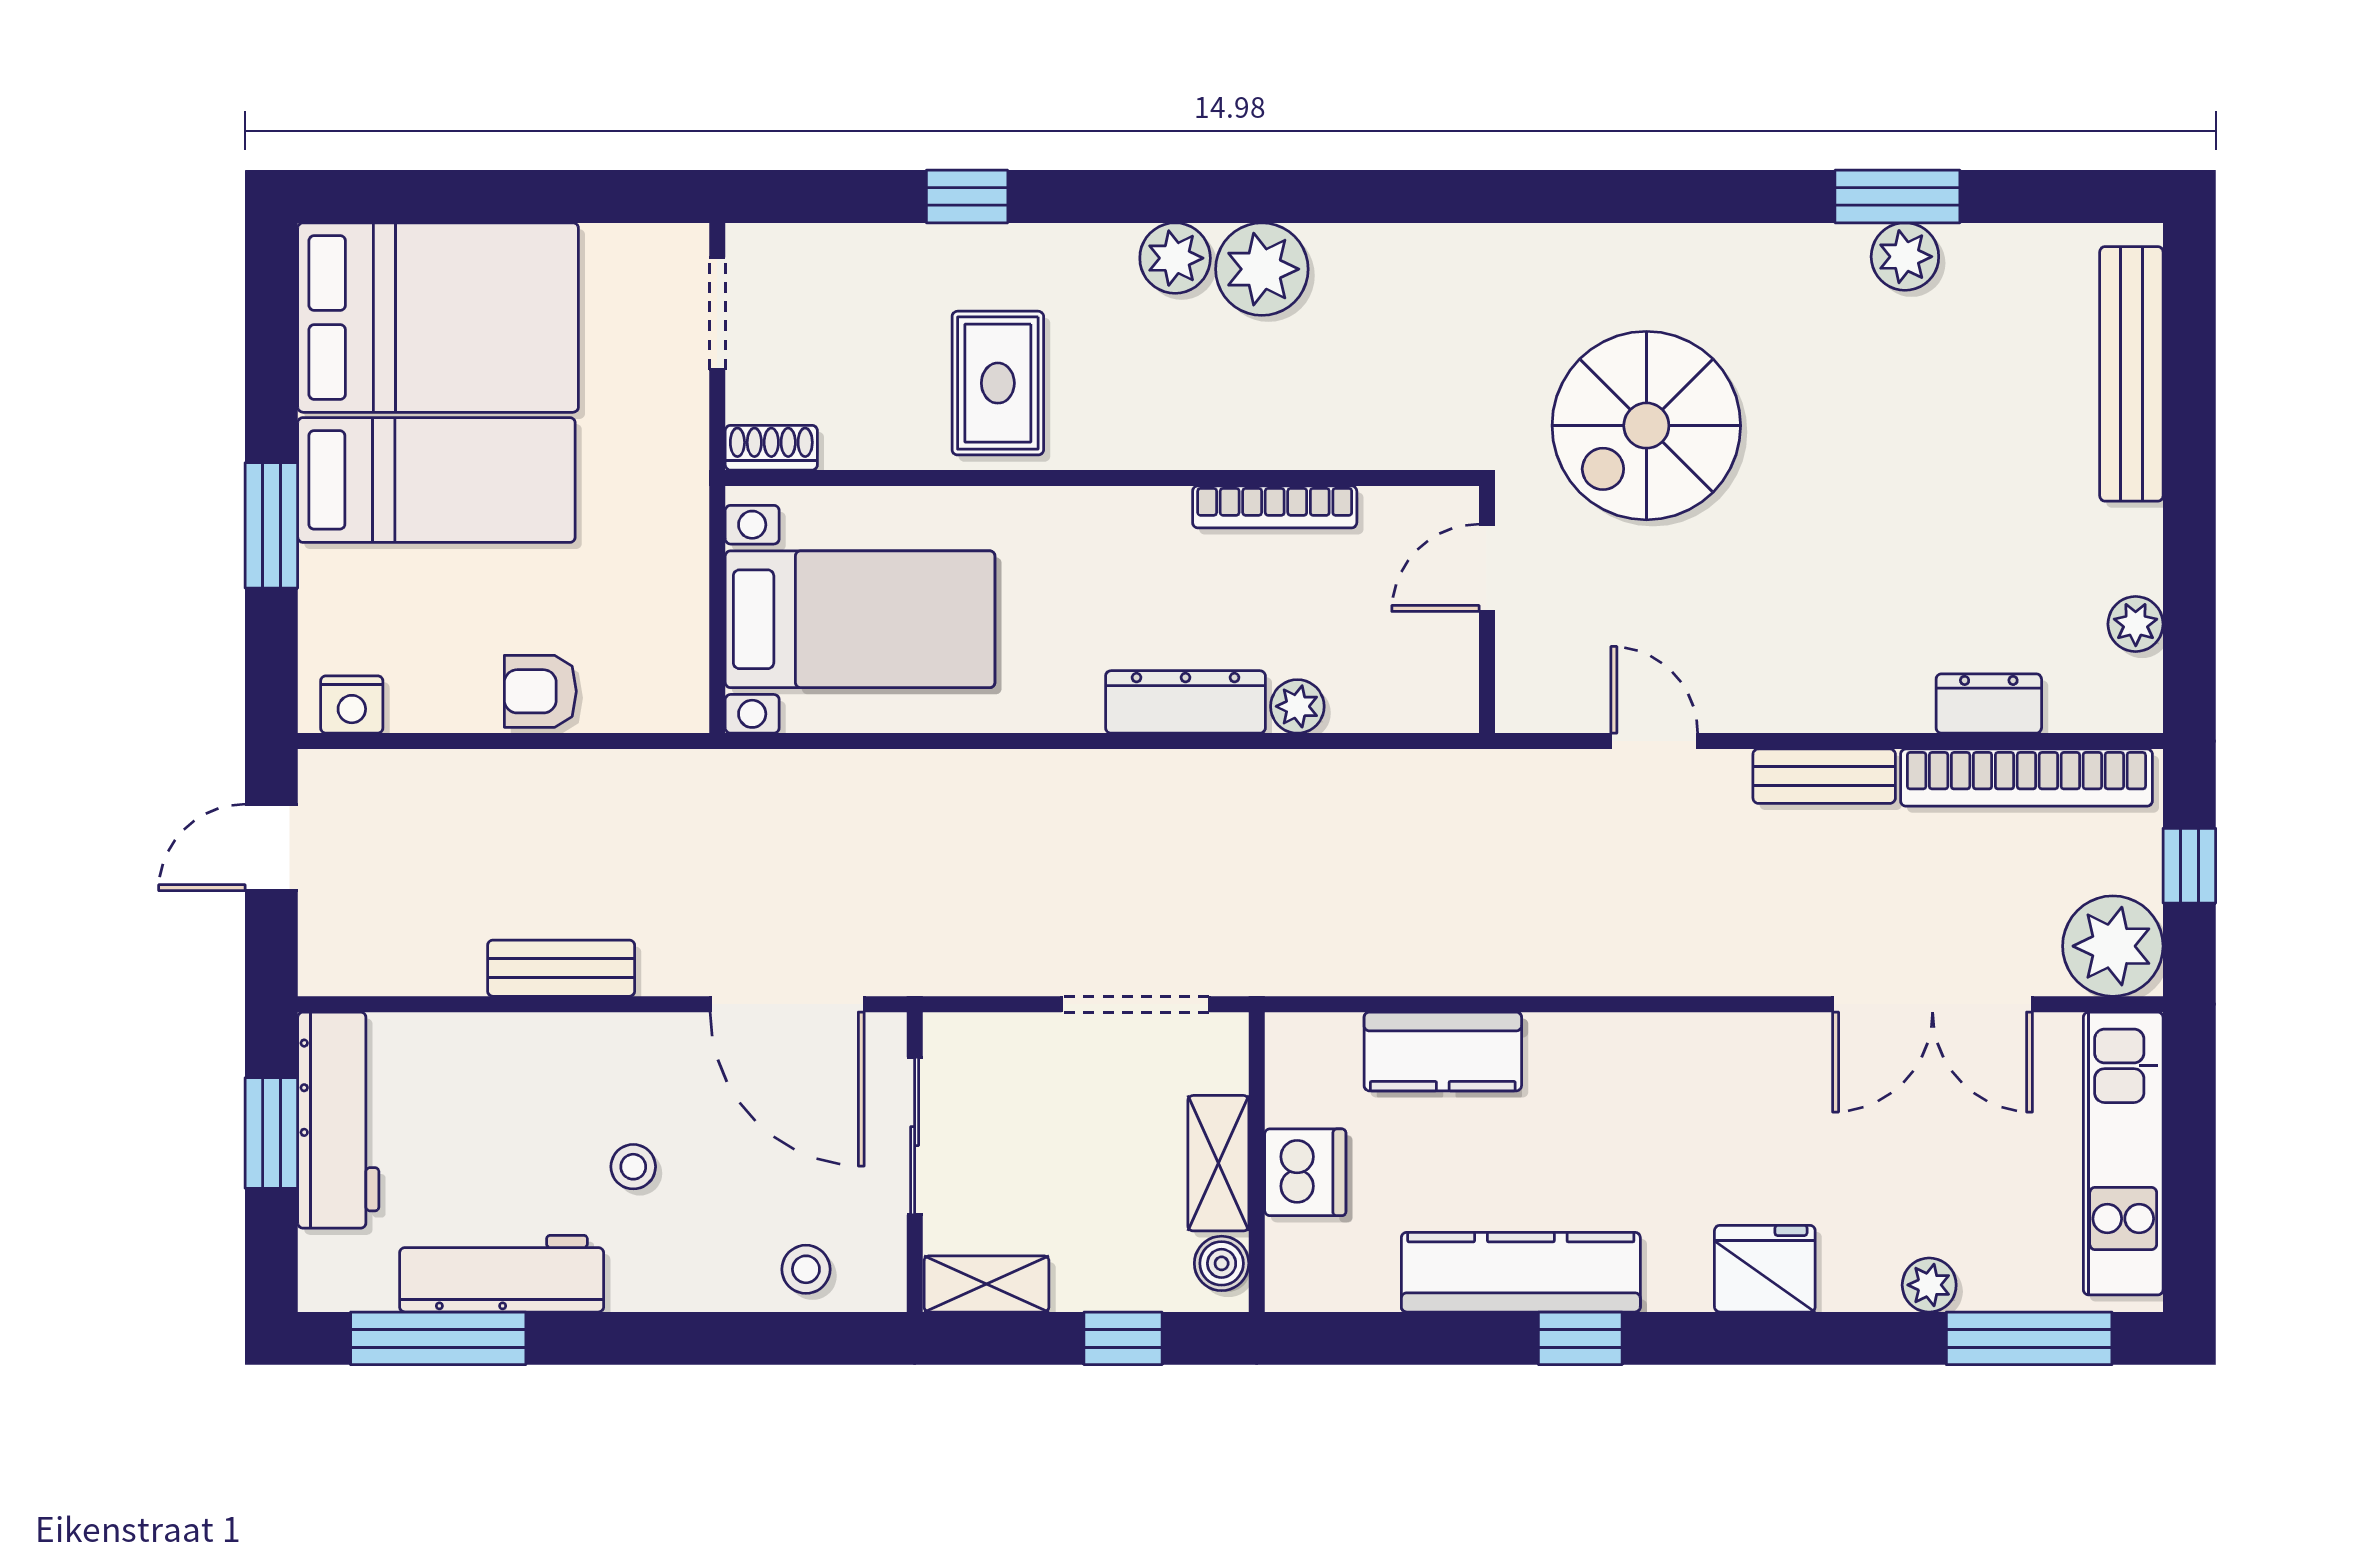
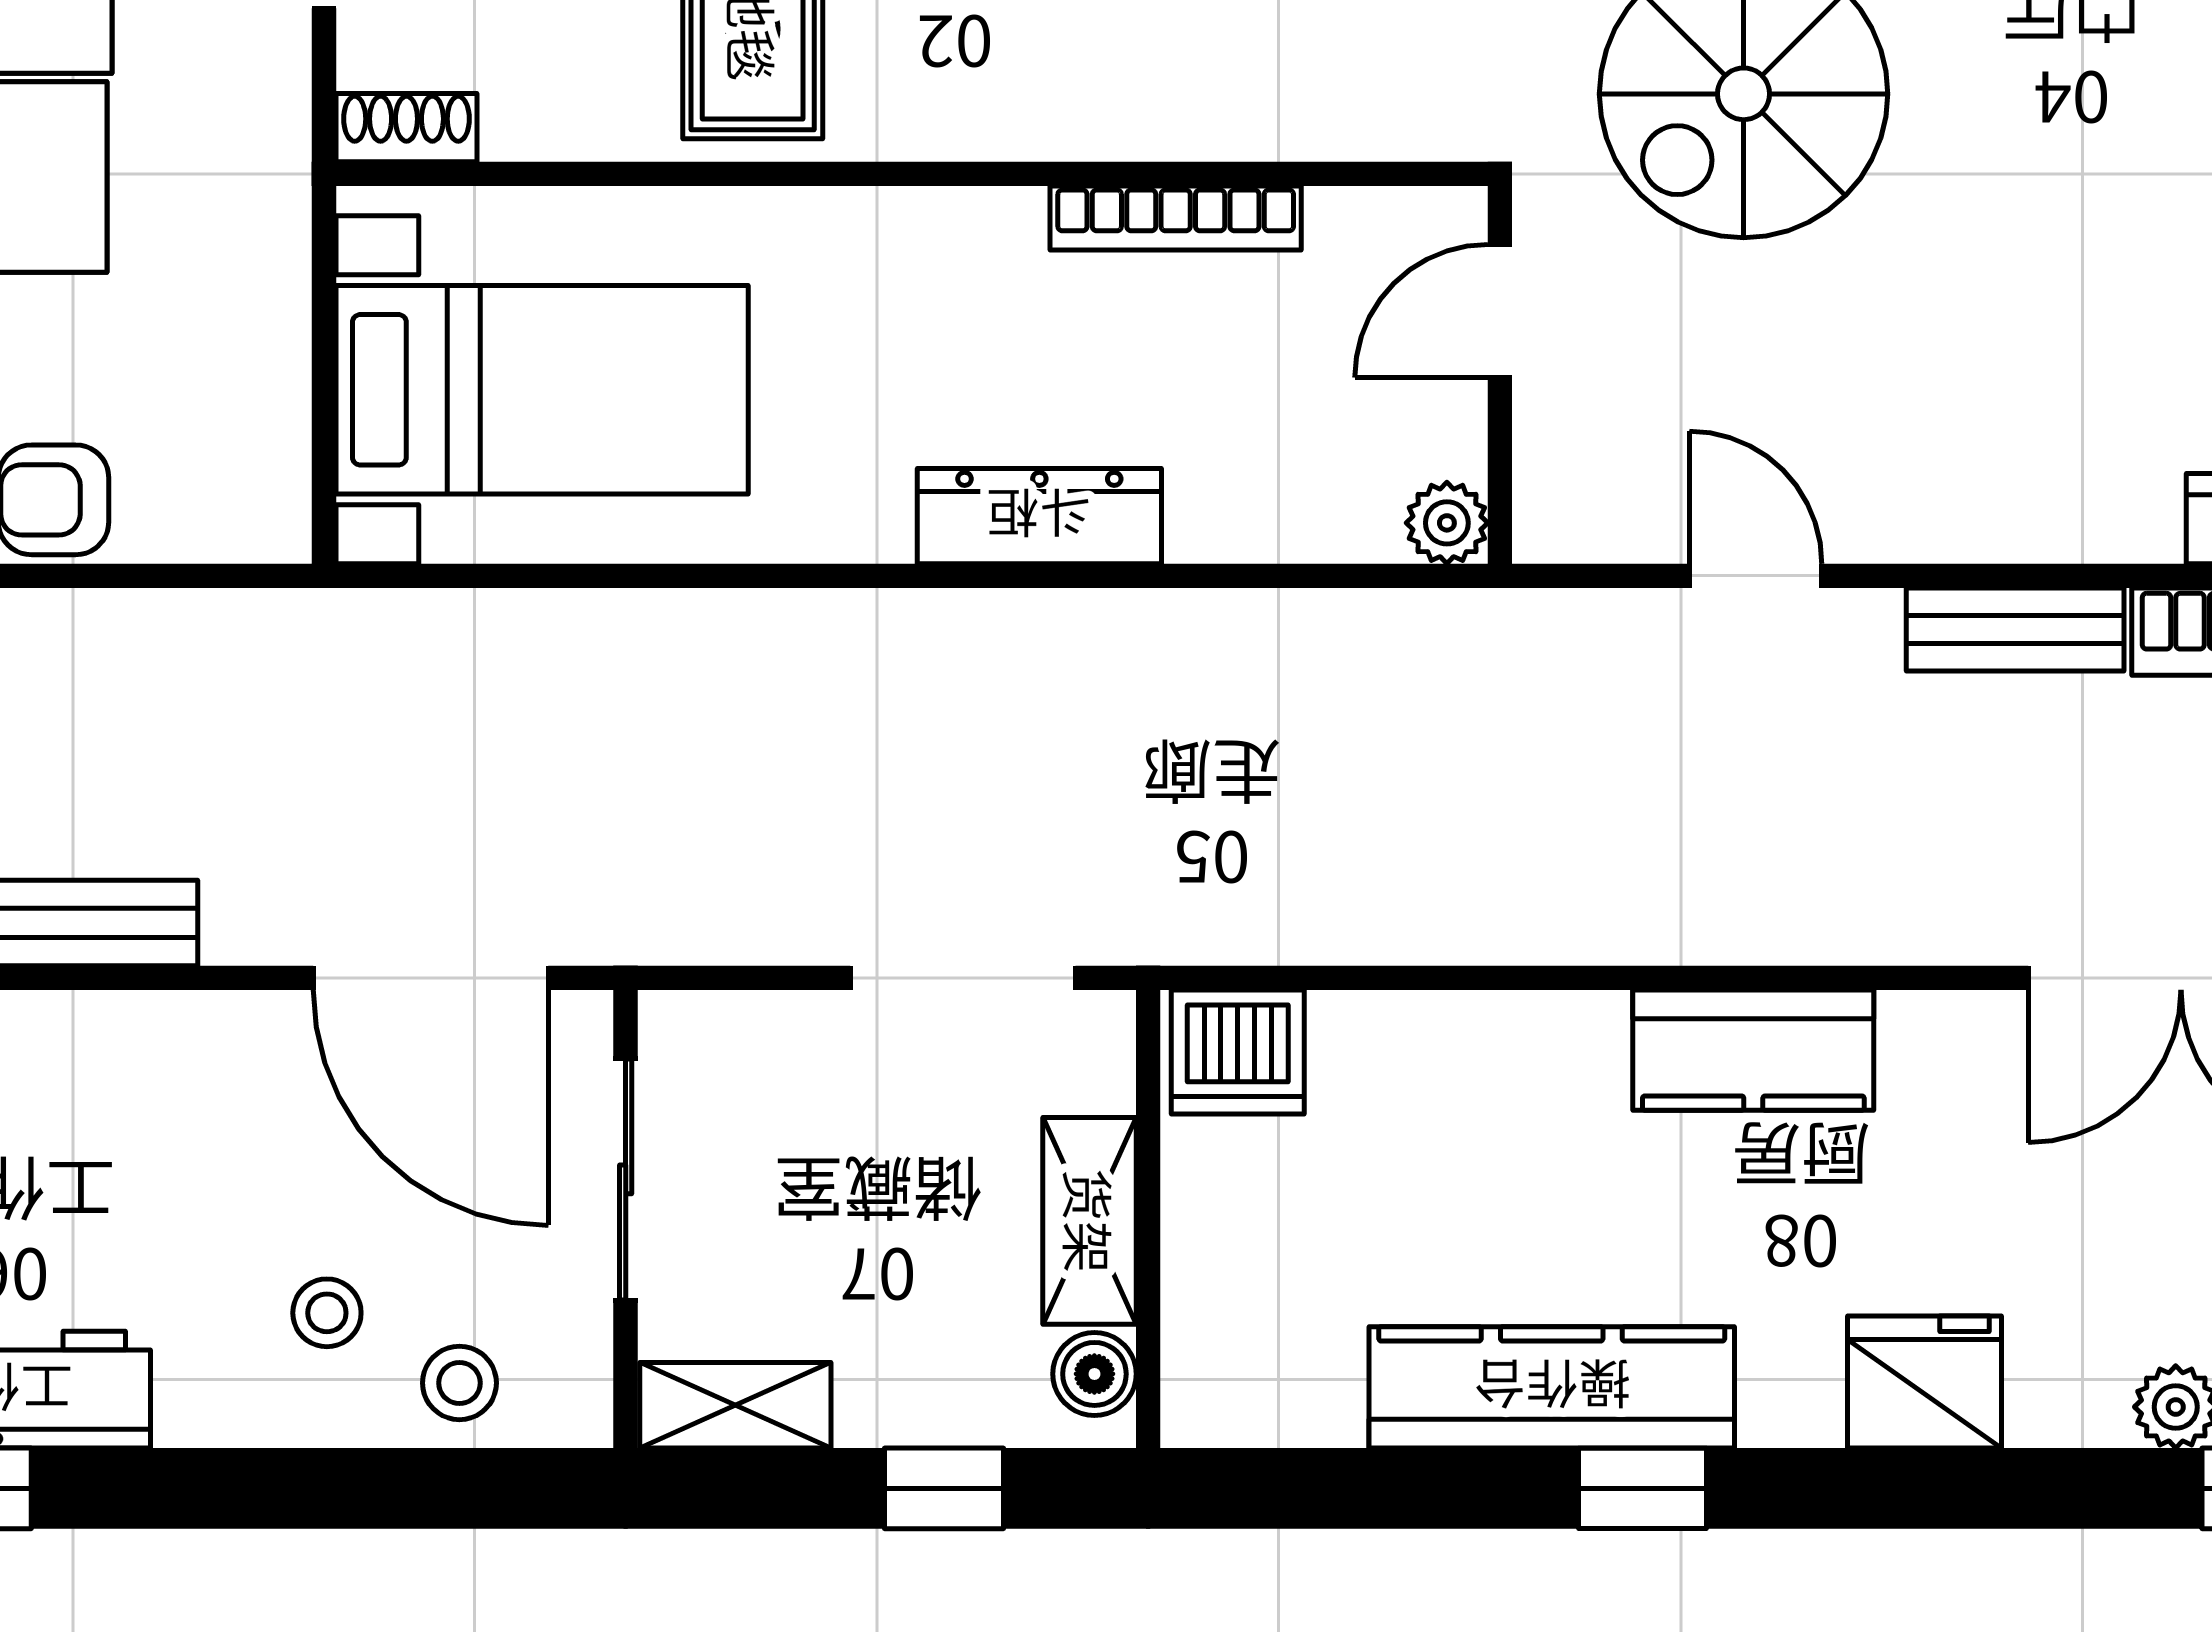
plant: (1297, 706) -> (1447, 523), moved
kitchen counter: (1443, 1051) -> (1753, 1050), moved
stool: (633, 1167) -> (327, 1313), moved
dishwasher: (1305, 1172) -> (1238, 1052), moved, turned 90

